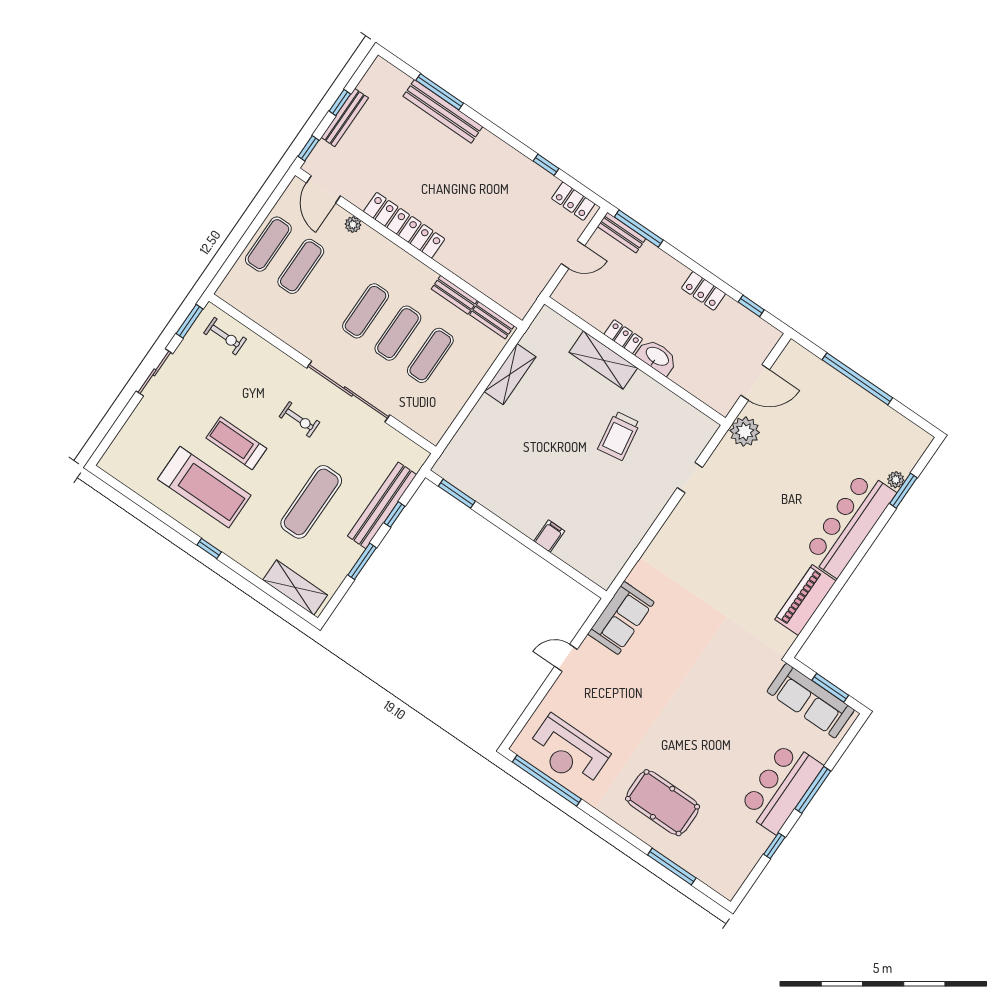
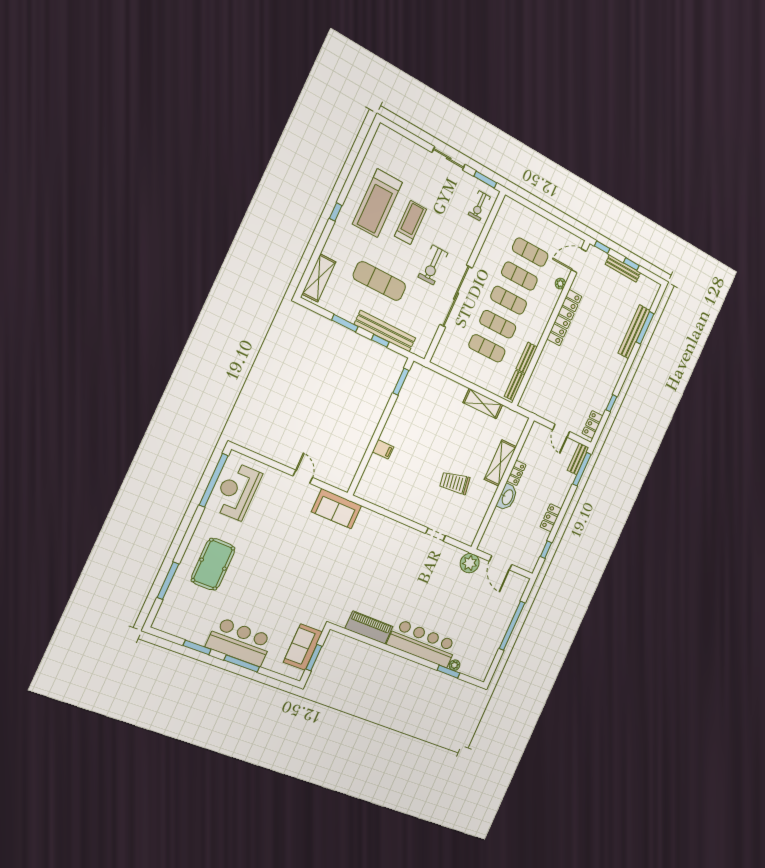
exercise mat: (268, 244) -> (519, 276), moved
exercise bike: (299, 419) -> (433, 265), width x1.38, depth x1.39
sofa: (811, 701) -> (303, 647), width x0.73
window: (774, 846) -> (197, 647), width x1.50

